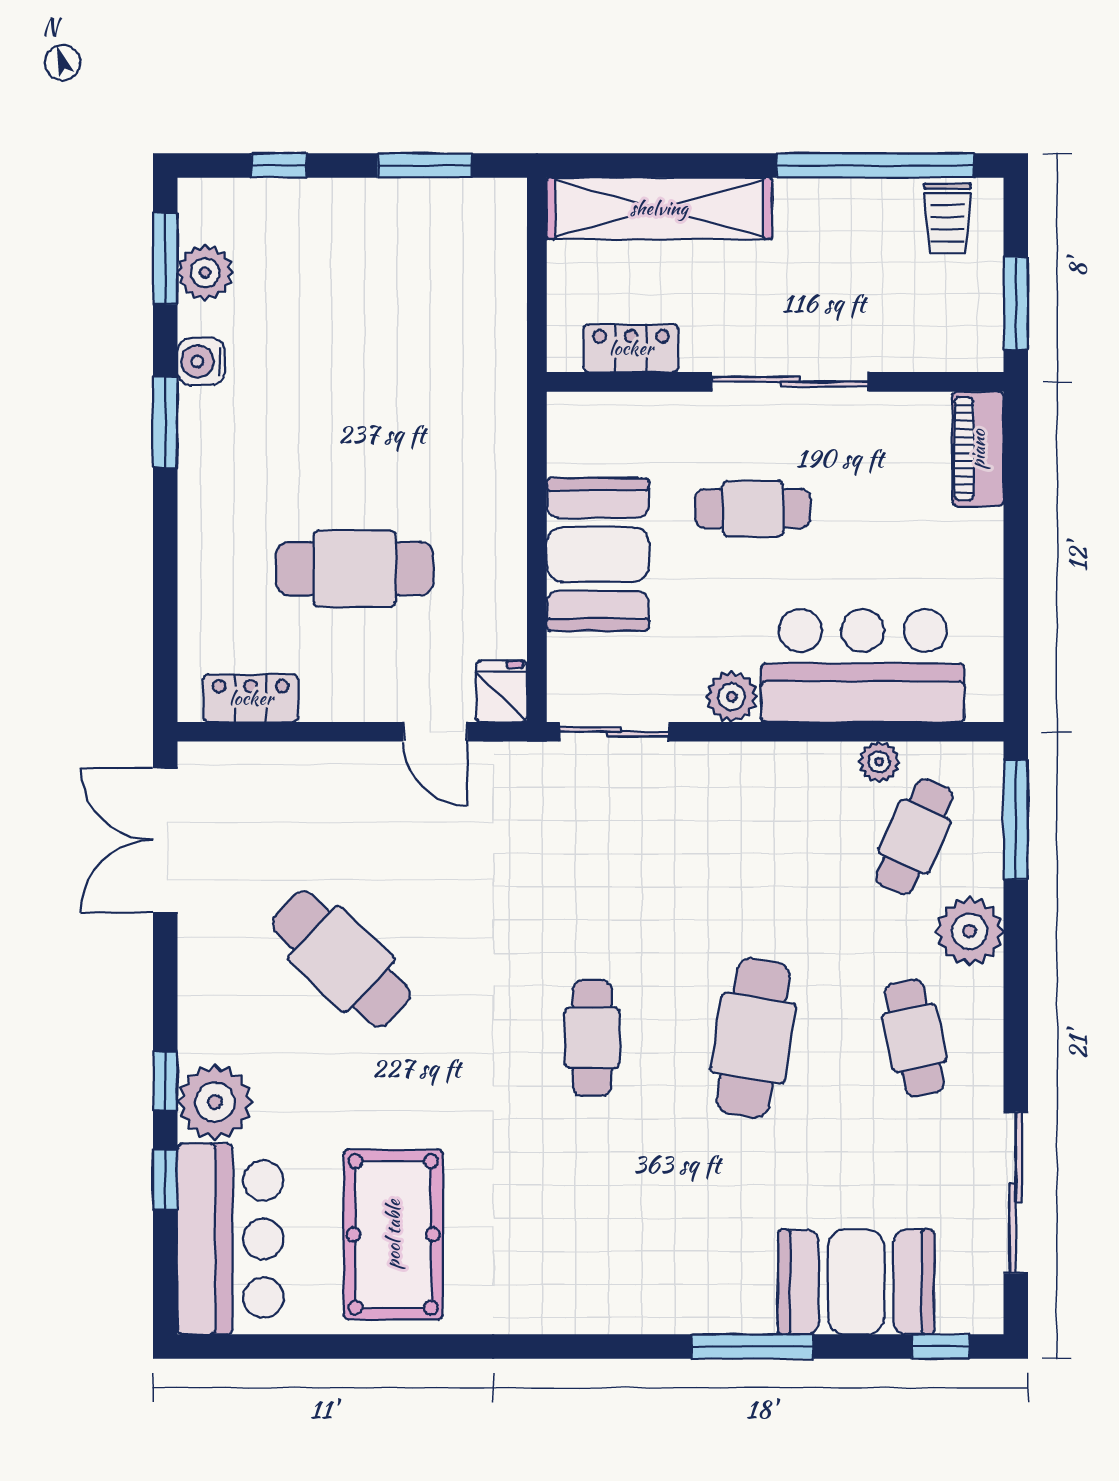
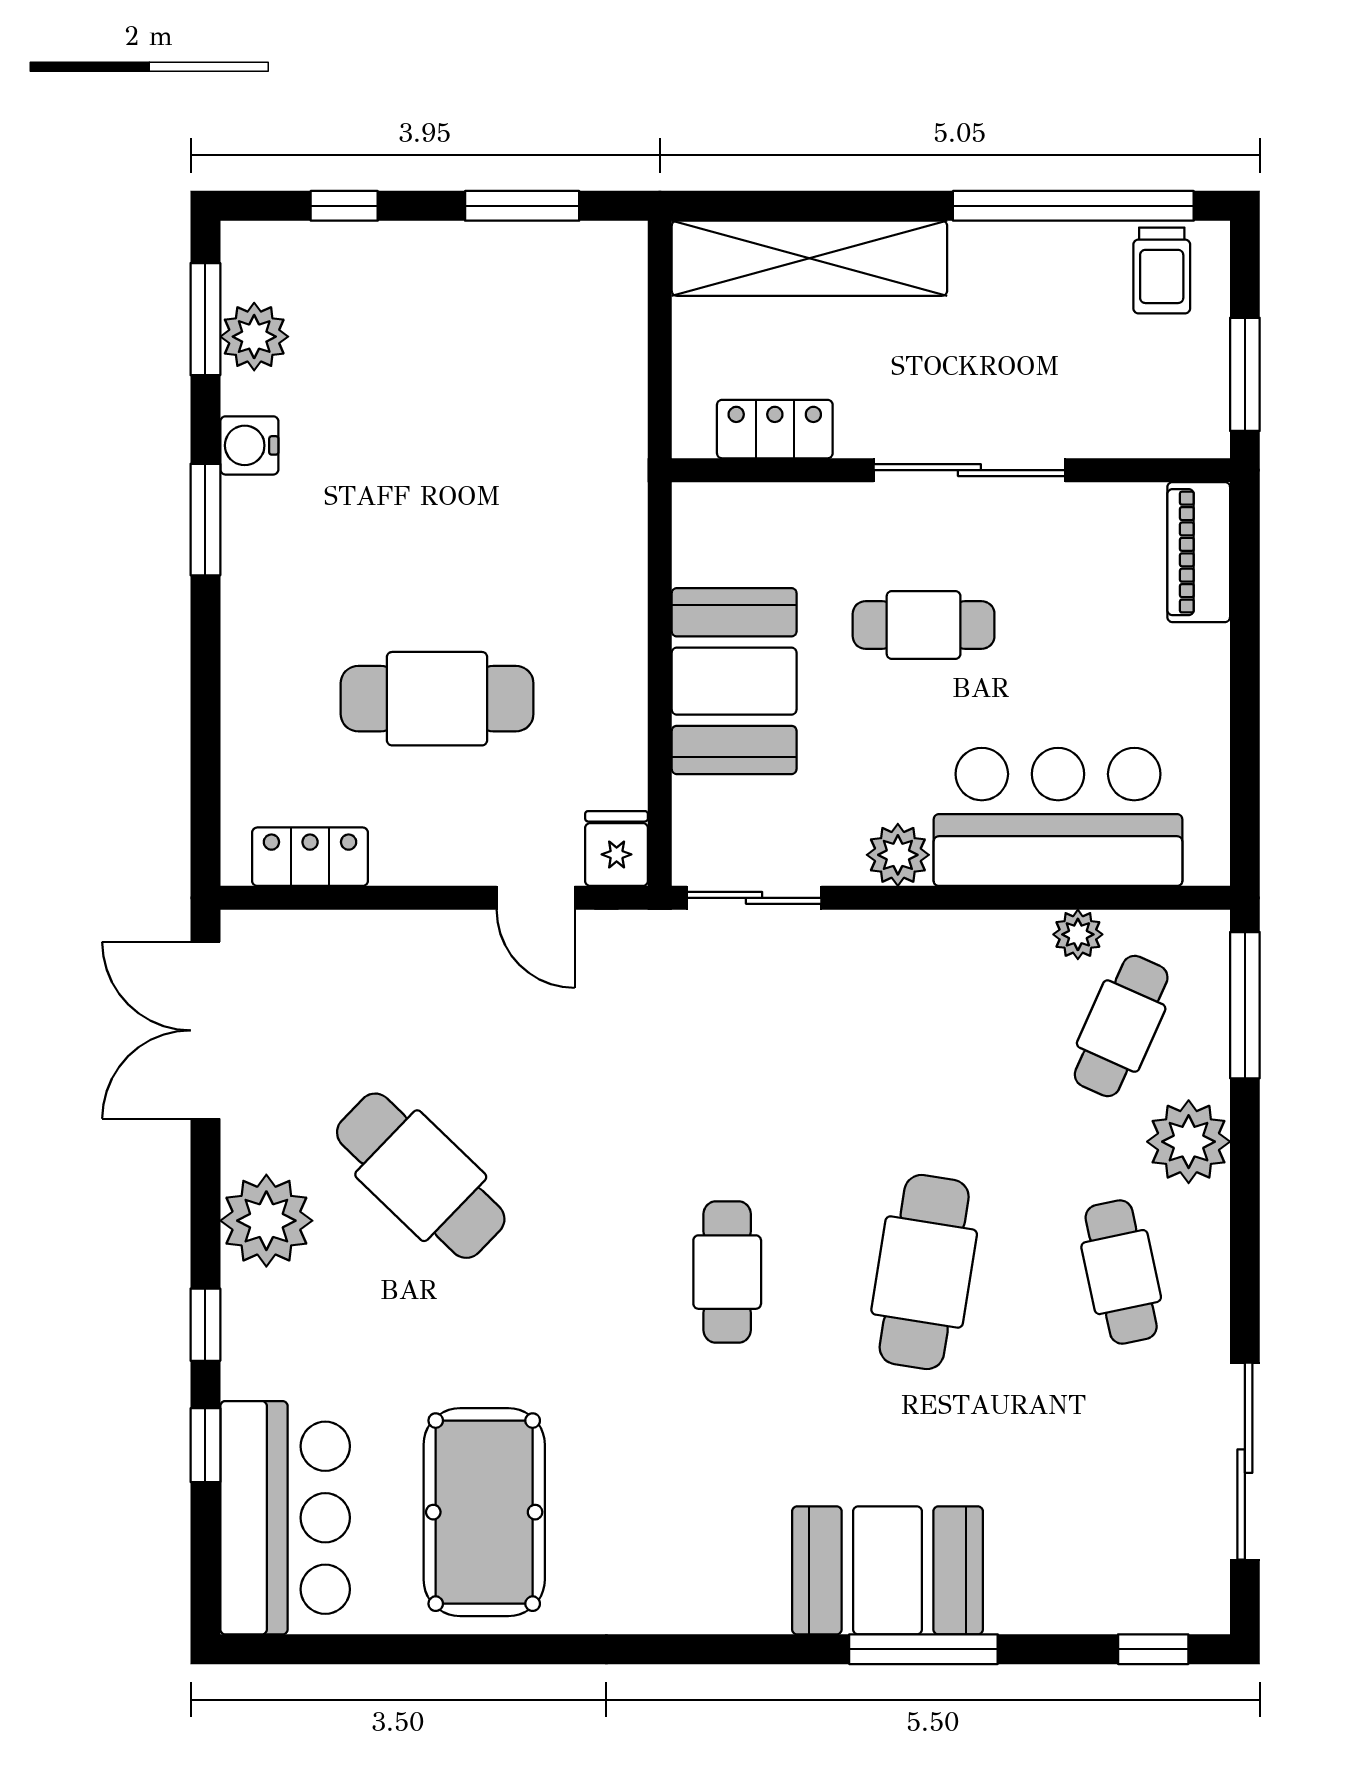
plant: (215, 1102) -> (266, 1221), moved
booth: (856, 1282) -> (887, 1570), moved

